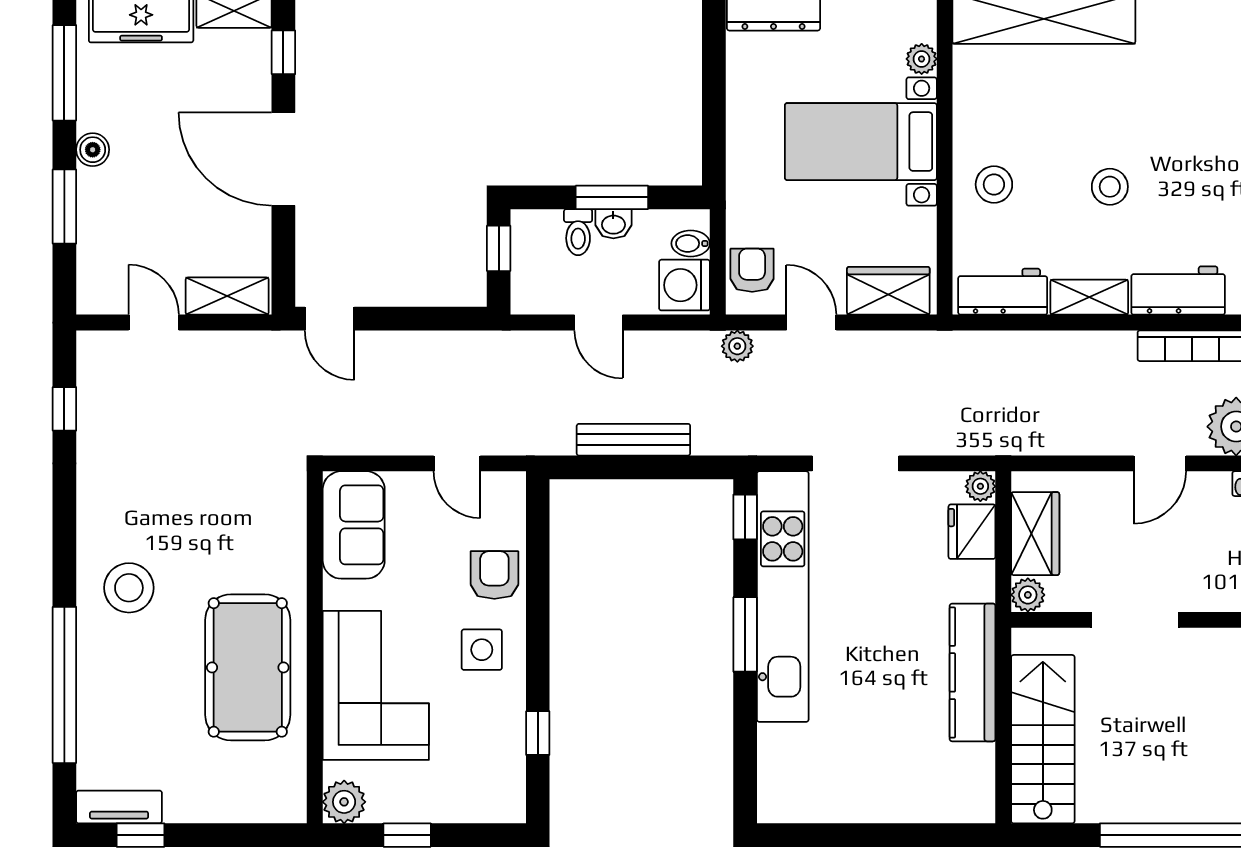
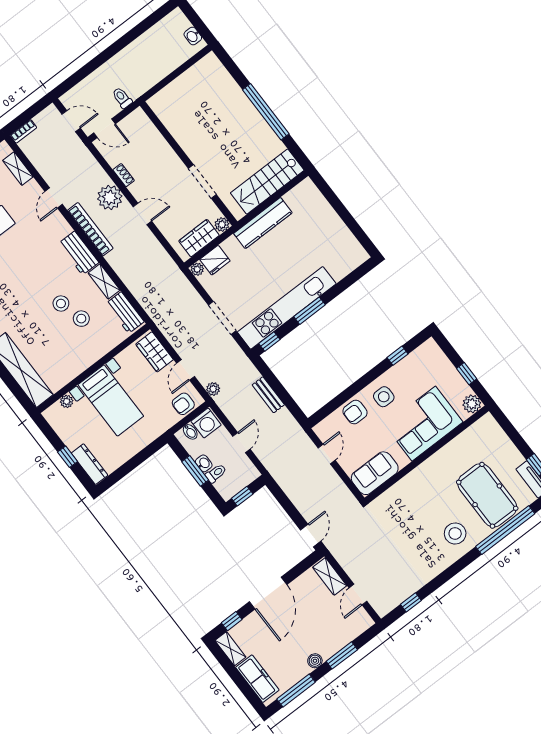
stool: (994, 184) -> (81, 319), moved
bench: (633, 440) -> (268, 395), width x0.73
pool table: (248, 667) -> (487, 495), moved, turned 90

